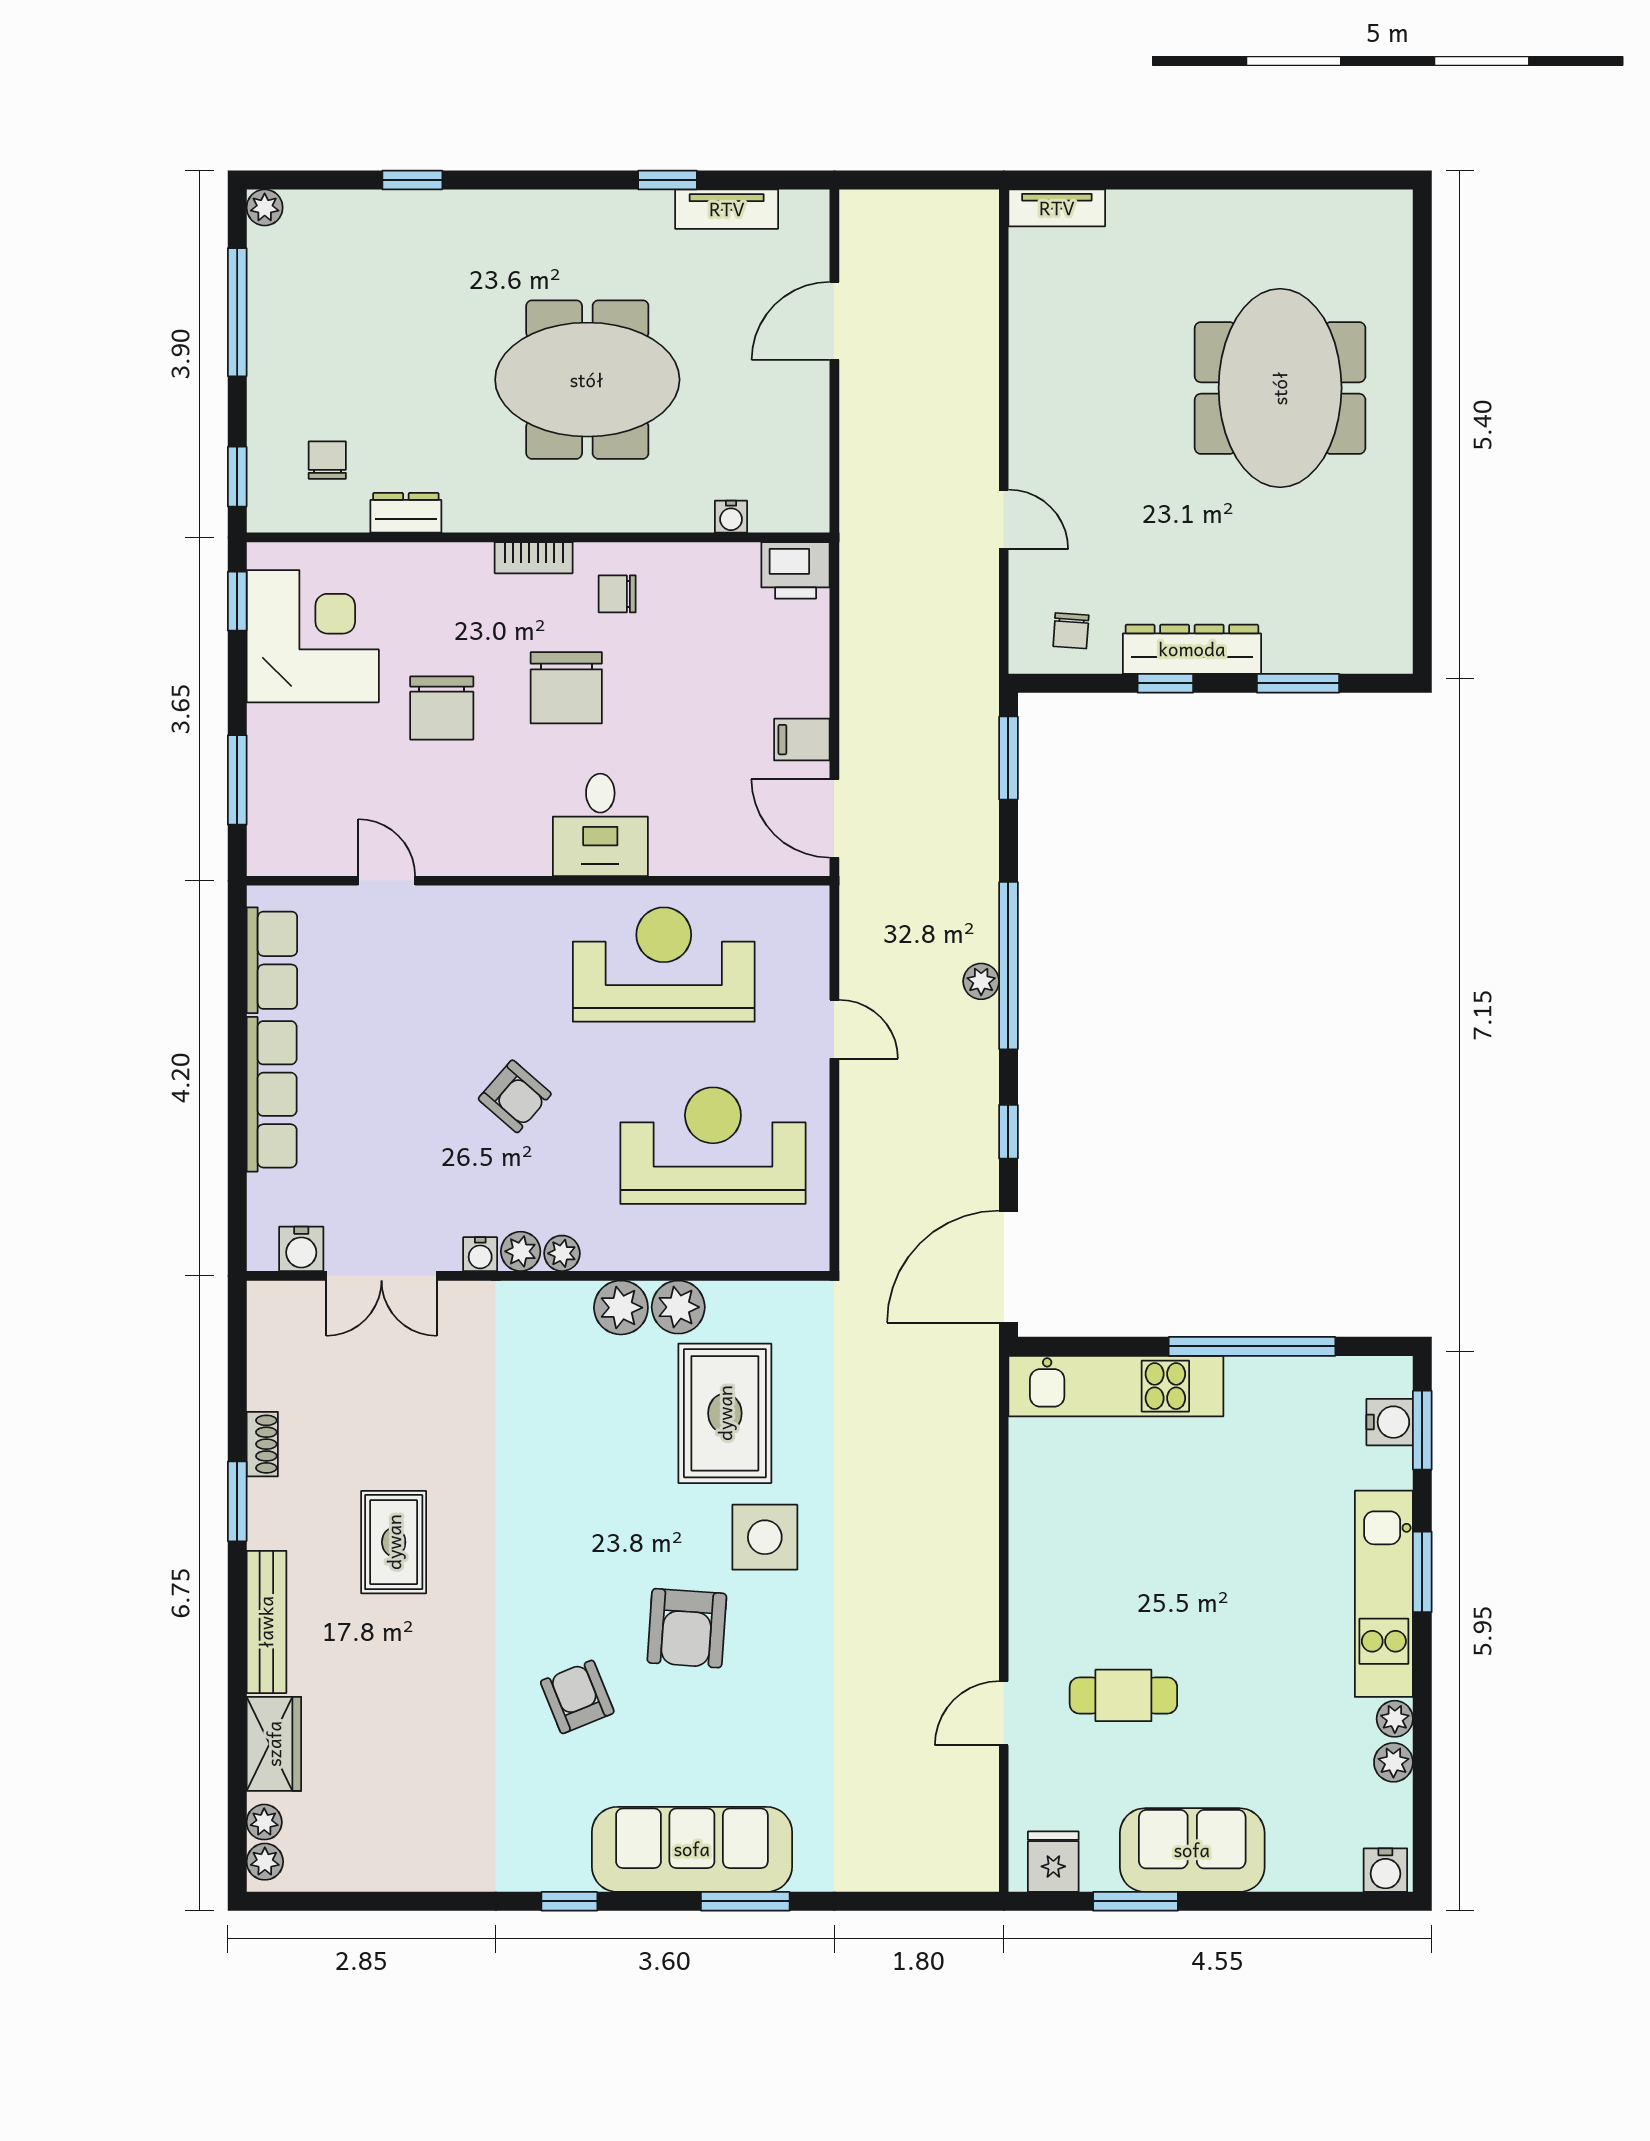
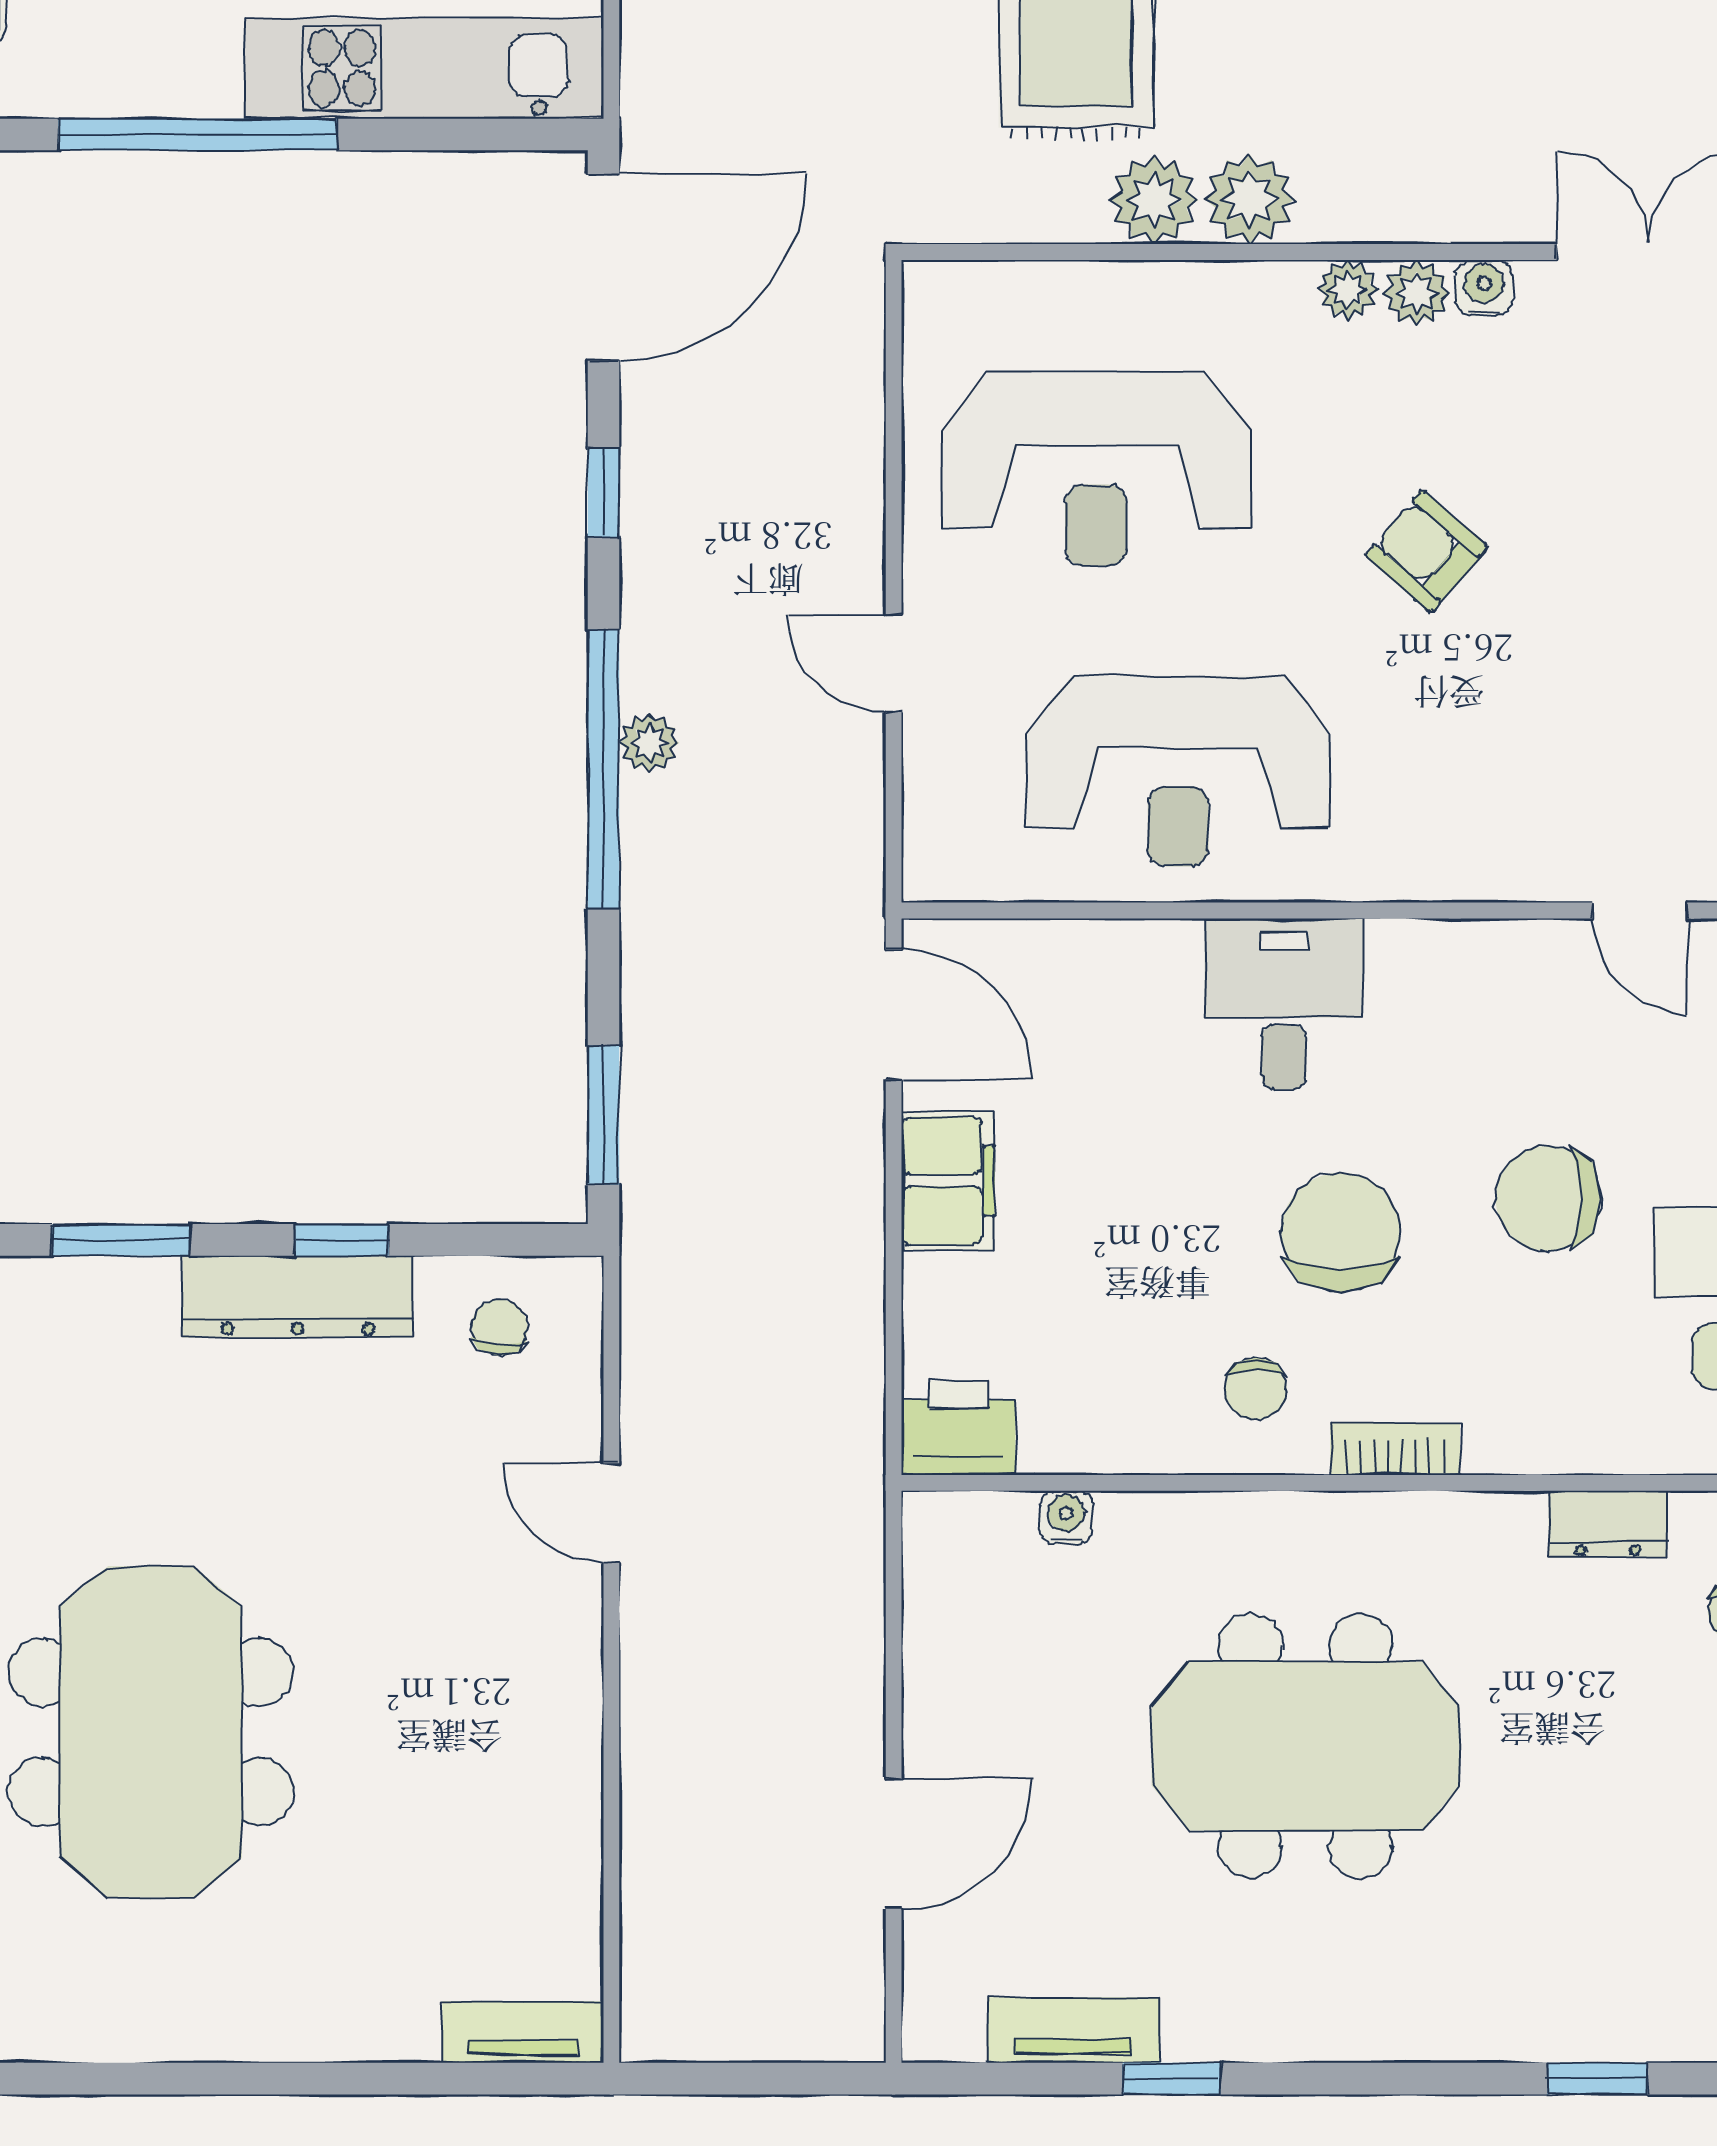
chair: (617, 594) -> (1256, 1389), turned 90
chair: (442, 708) -> (1548, 1199), turned -90
filing cabinet: (802, 740) -> (948, 1181), width x2.00

